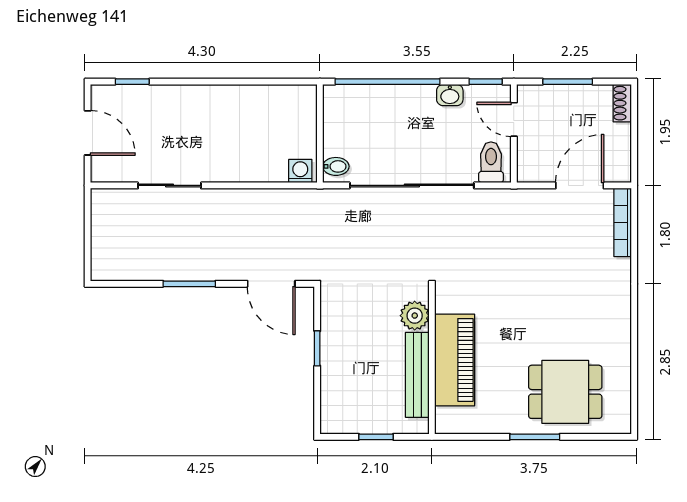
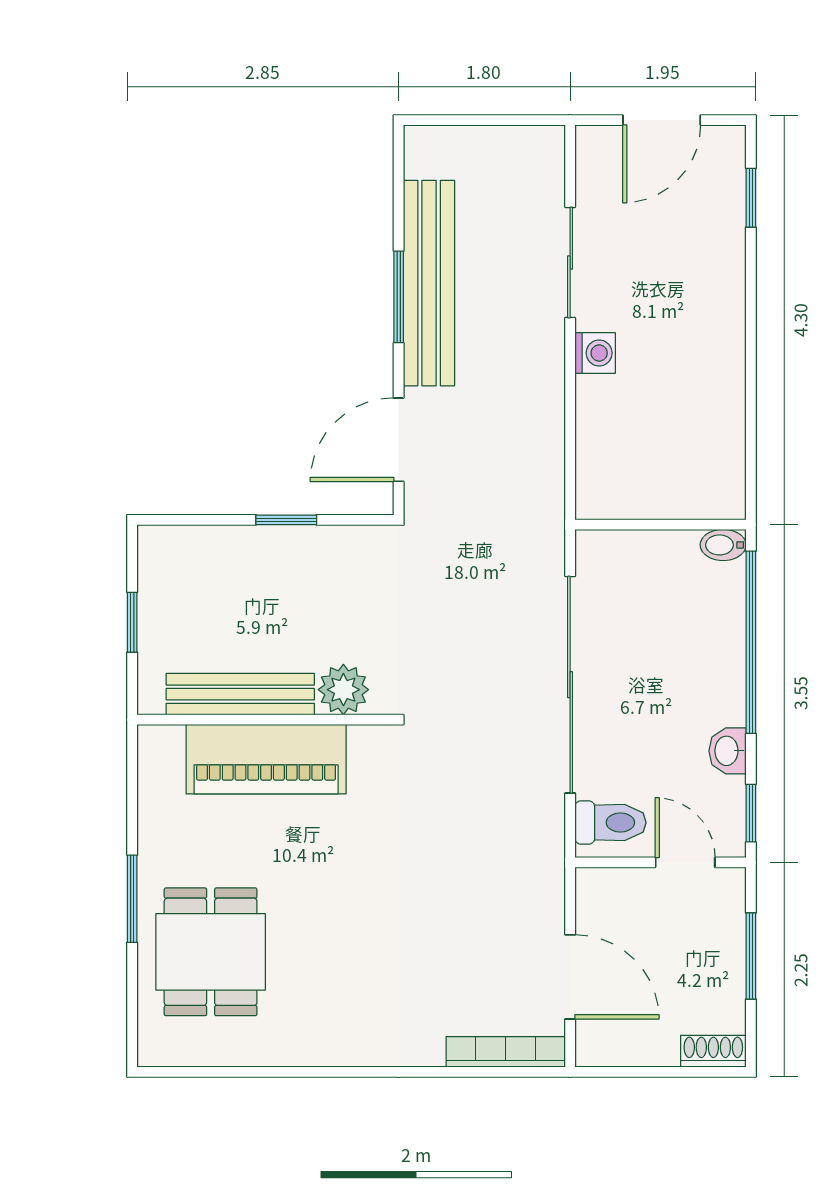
door: (514, 119) -> (685, 862), hinge flipped
bidet: (336, 166) -> (723, 545), moved, turned 90
washing machine: (300, 171) -> (595, 353), moved
bench: (181, 266) -> (429, 283), added

